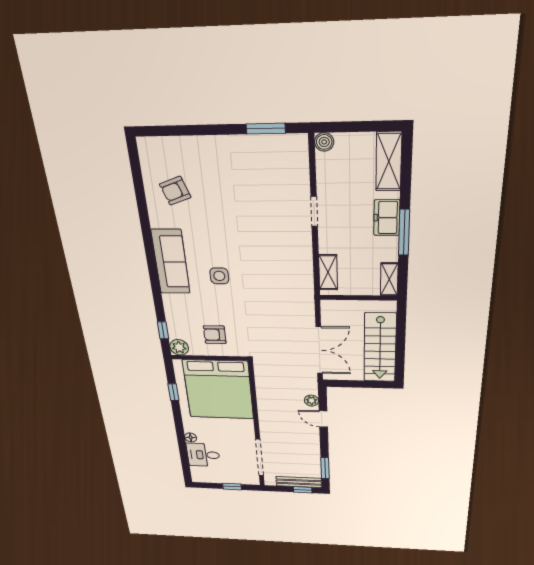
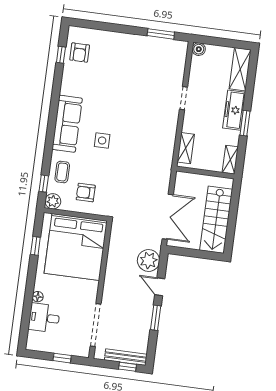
window: (137, 178) -> (61, 55), added
armchair: (175, 191) -> (80, 53), moved, turned -70
freezer: (387, 218) -> (234, 110), width x1.40
window: (404, 232) -> (245, 123), width x0.69
coffee table: (181, 316) -> (62, 172), added
plant: (311, 401) -> (149, 261), width x1.88, depth x1.88
window: (325, 468) -> (156, 318), moved

